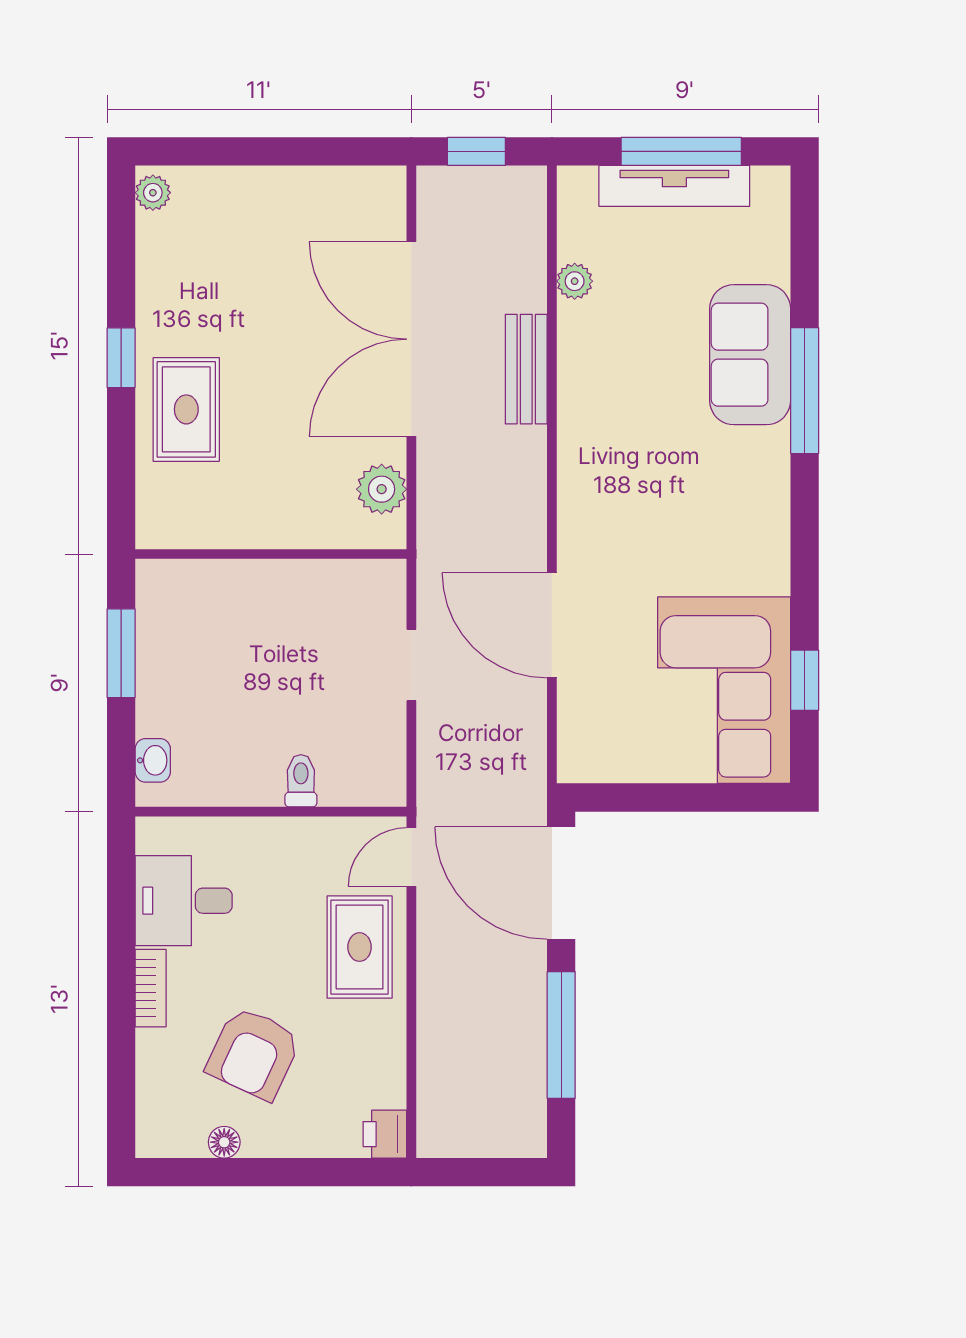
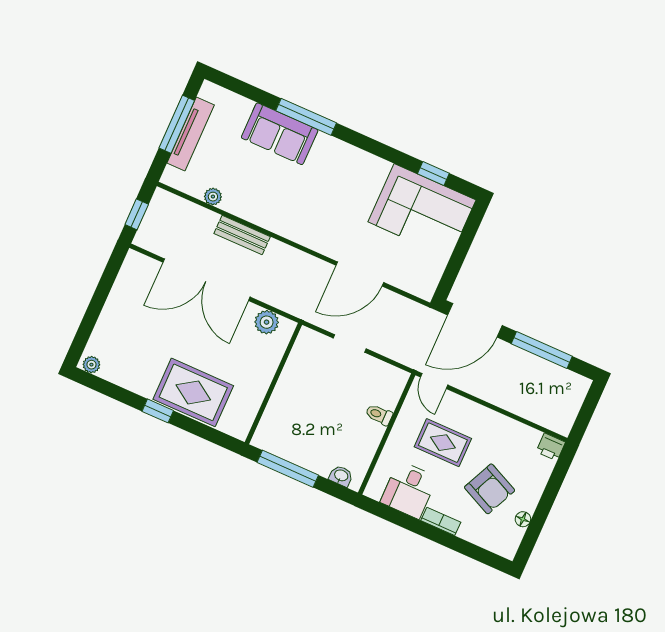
rug: (186, 409) -> (193, 392), width x1.36, depth x1.43
window: (121, 653) -> (288, 469), width x1.44
rug: (360, 947) -> (443, 443), moved

